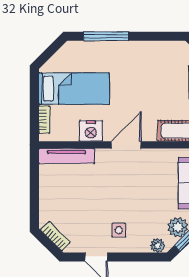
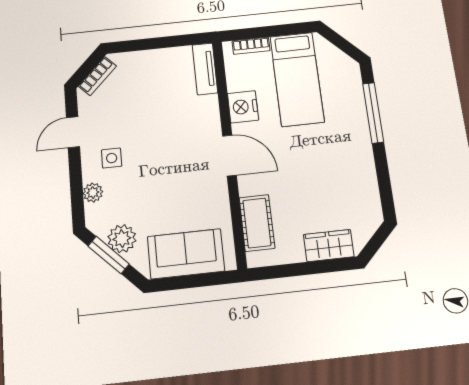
tv unit: (67, 156) -> (205, 69), width x0.71
plant: (158, 245) -> (93, 193), moved

